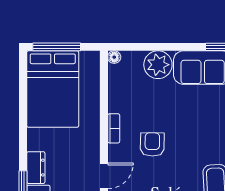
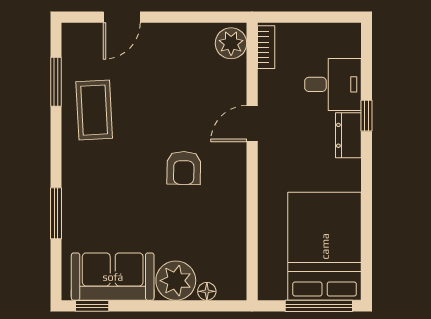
floor lamp: (114, 57) -> (207, 291), moved
bookcase: (114, 128) -> (238, 191), removed

